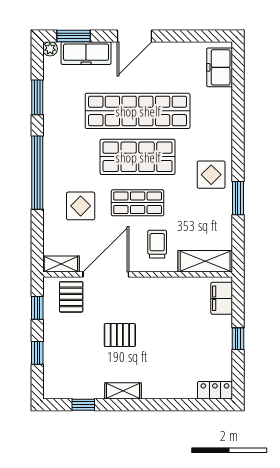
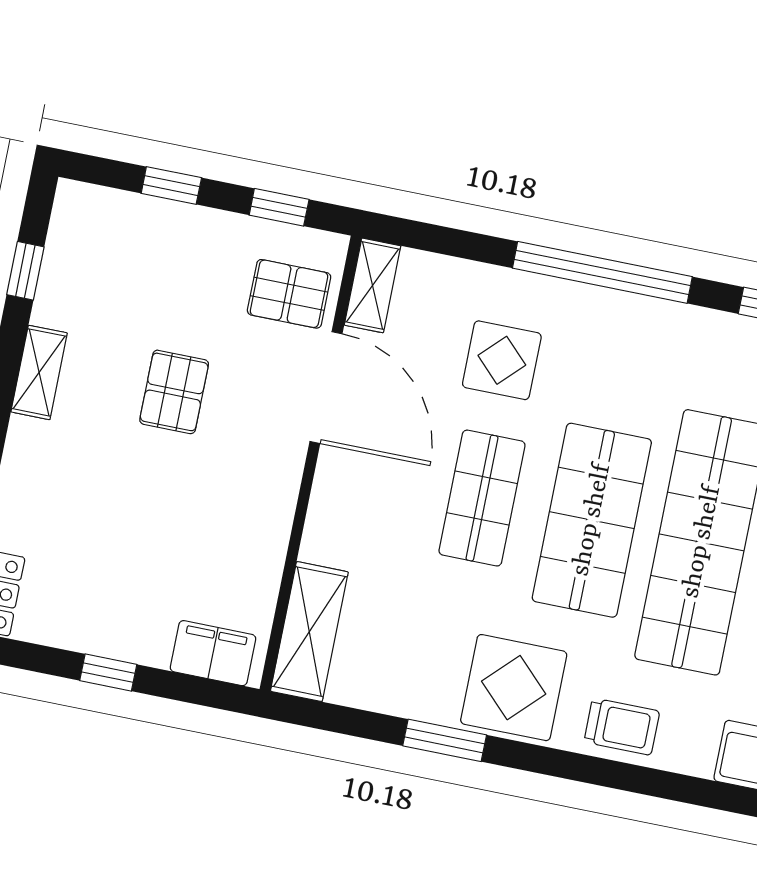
display table: (211, 175) -> (514, 688), width x1.36, depth x1.36
trolley: (157, 244) -> (622, 727), moved

